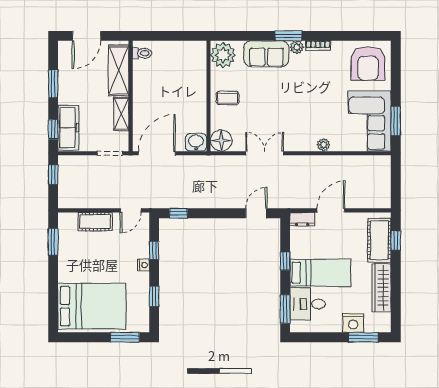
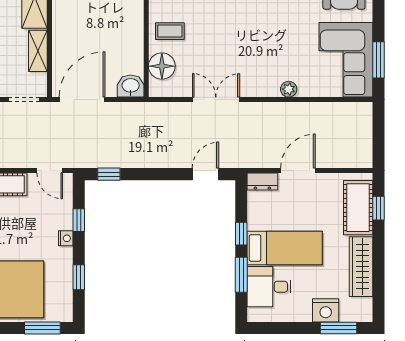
floor lamp: (221, 141) -> (162, 66), moved
door: (131, 210) -> (50, 171), hinge flipped
window: (285, 309) -> (241, 275), moved

